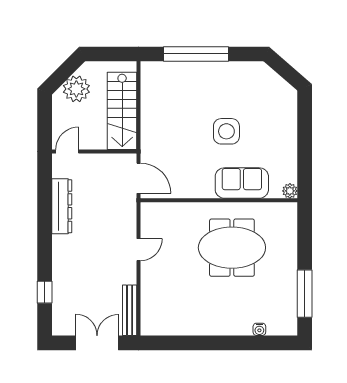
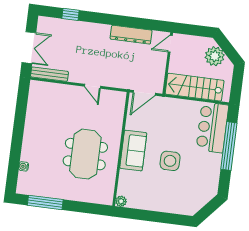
bar counter: (174, 80) -> (212, 127), added
door: (67, 151) -> (170, 44), swing flipped
sofa: (242, 183) -> (133, 151), moved

